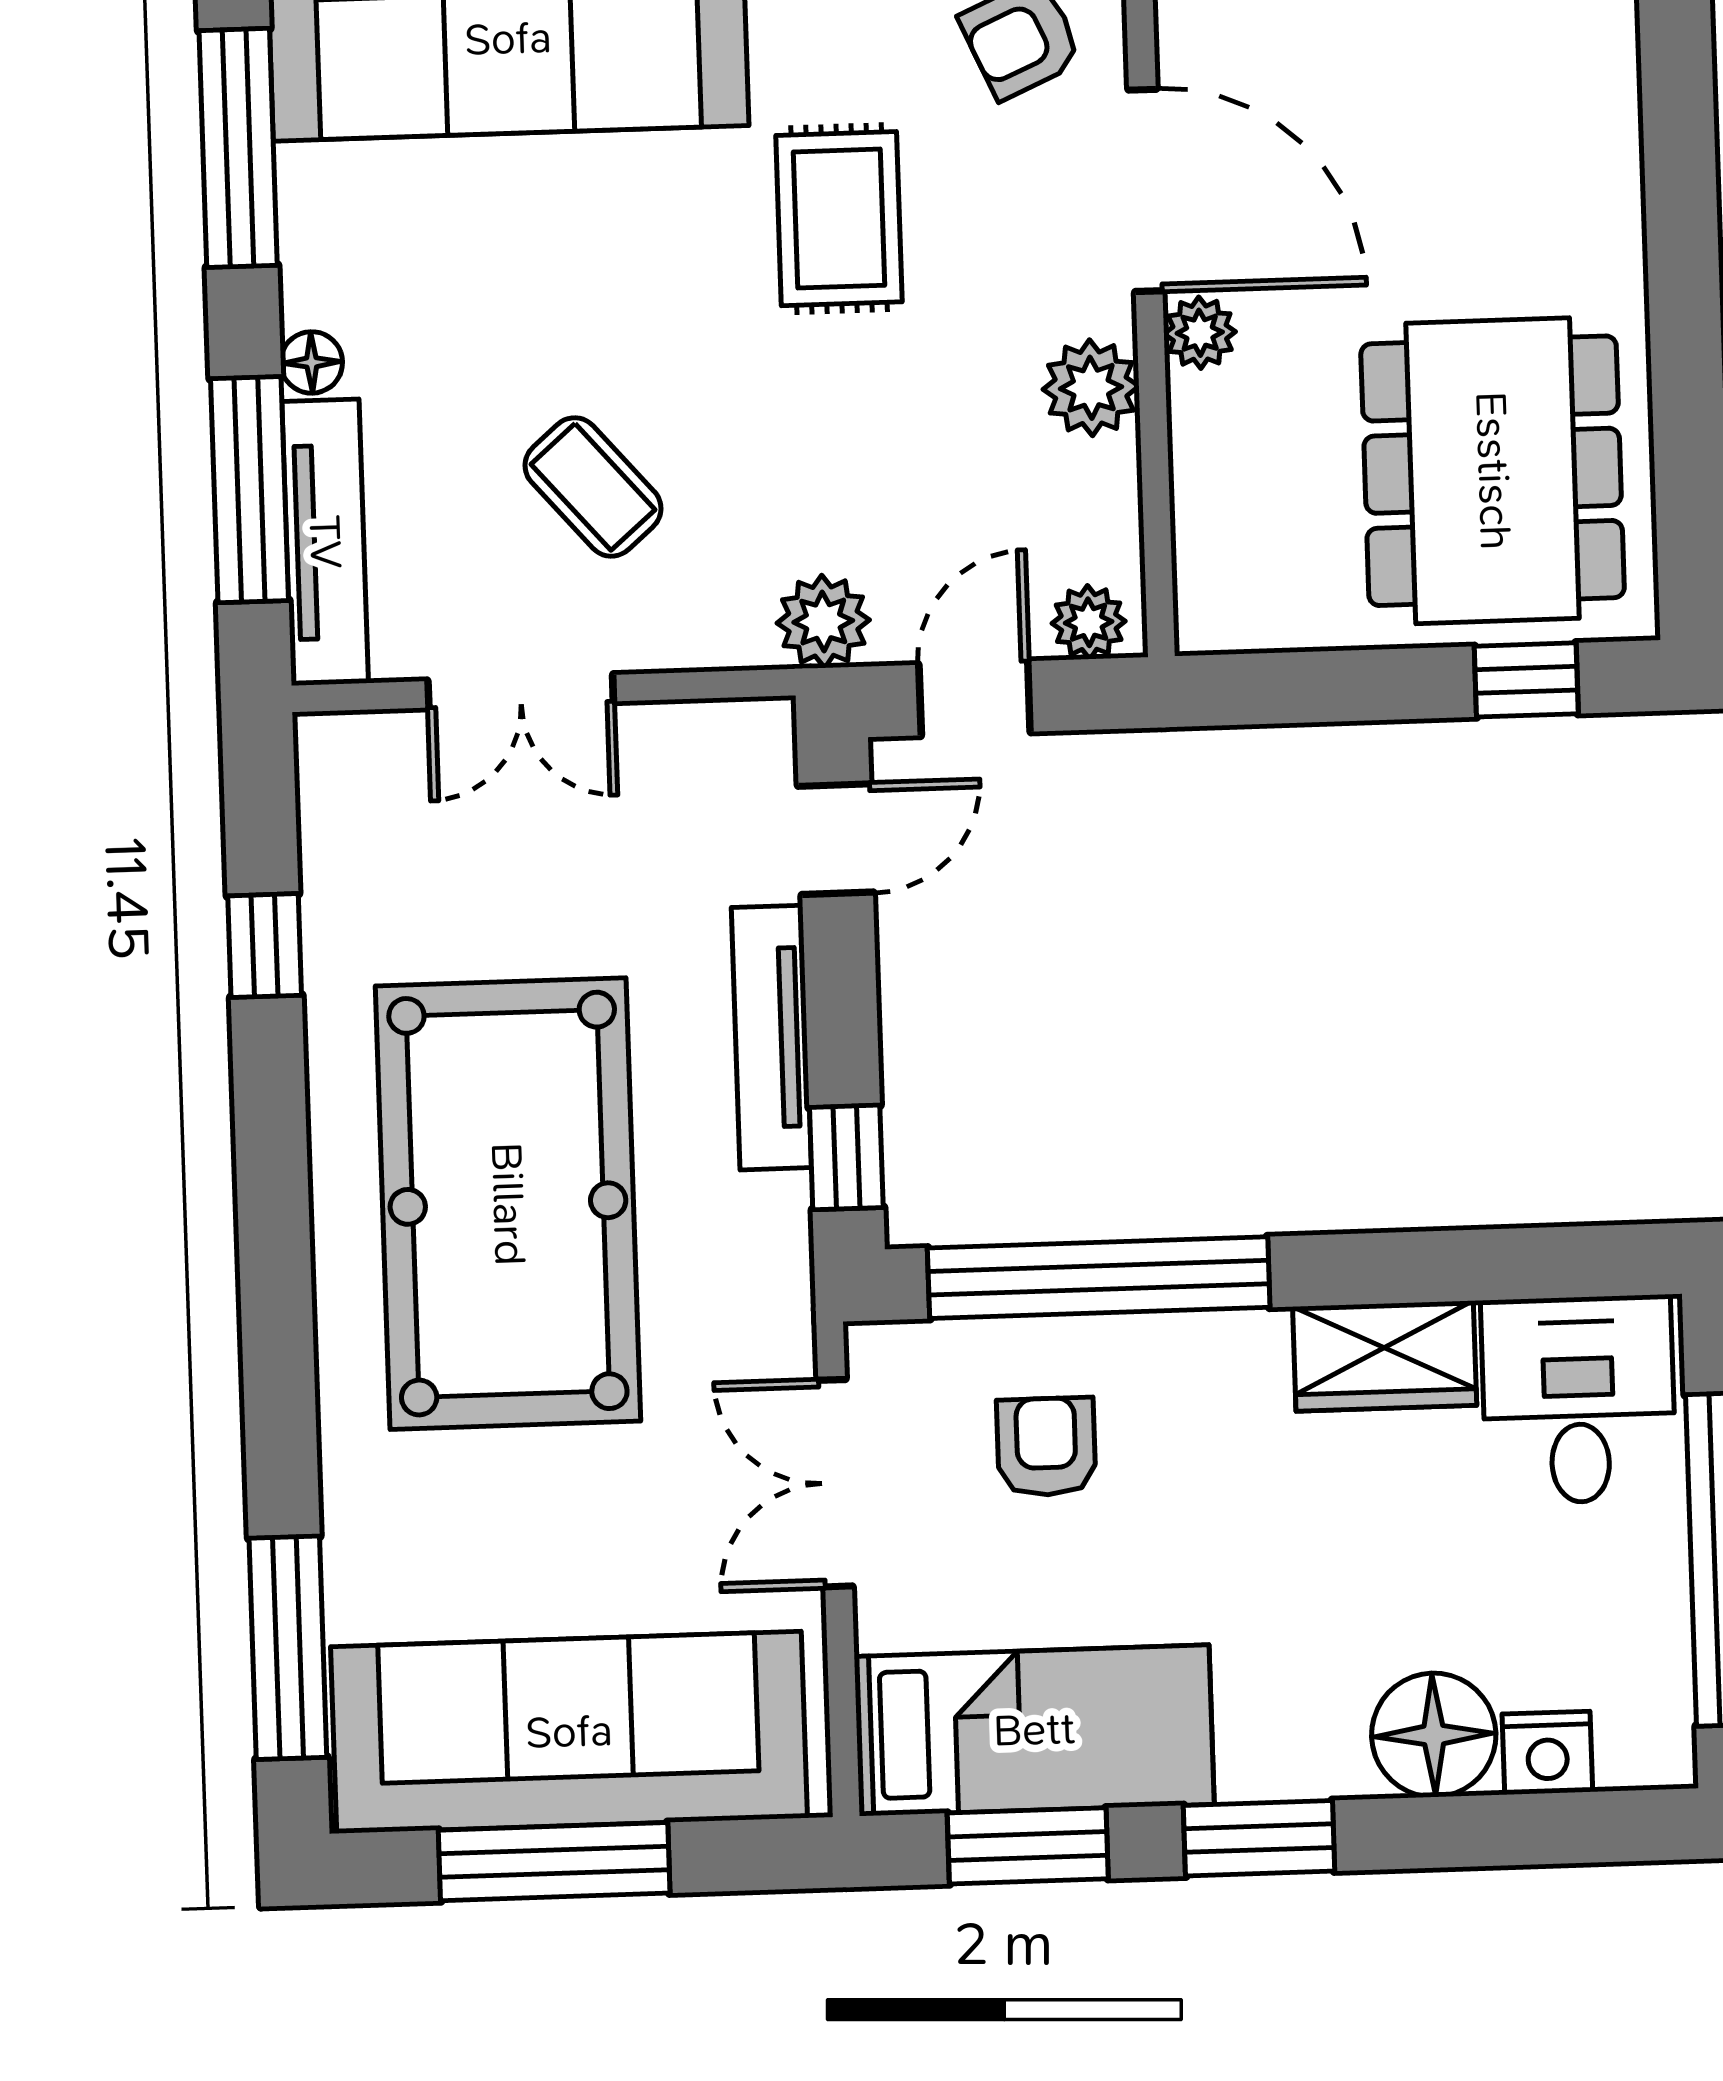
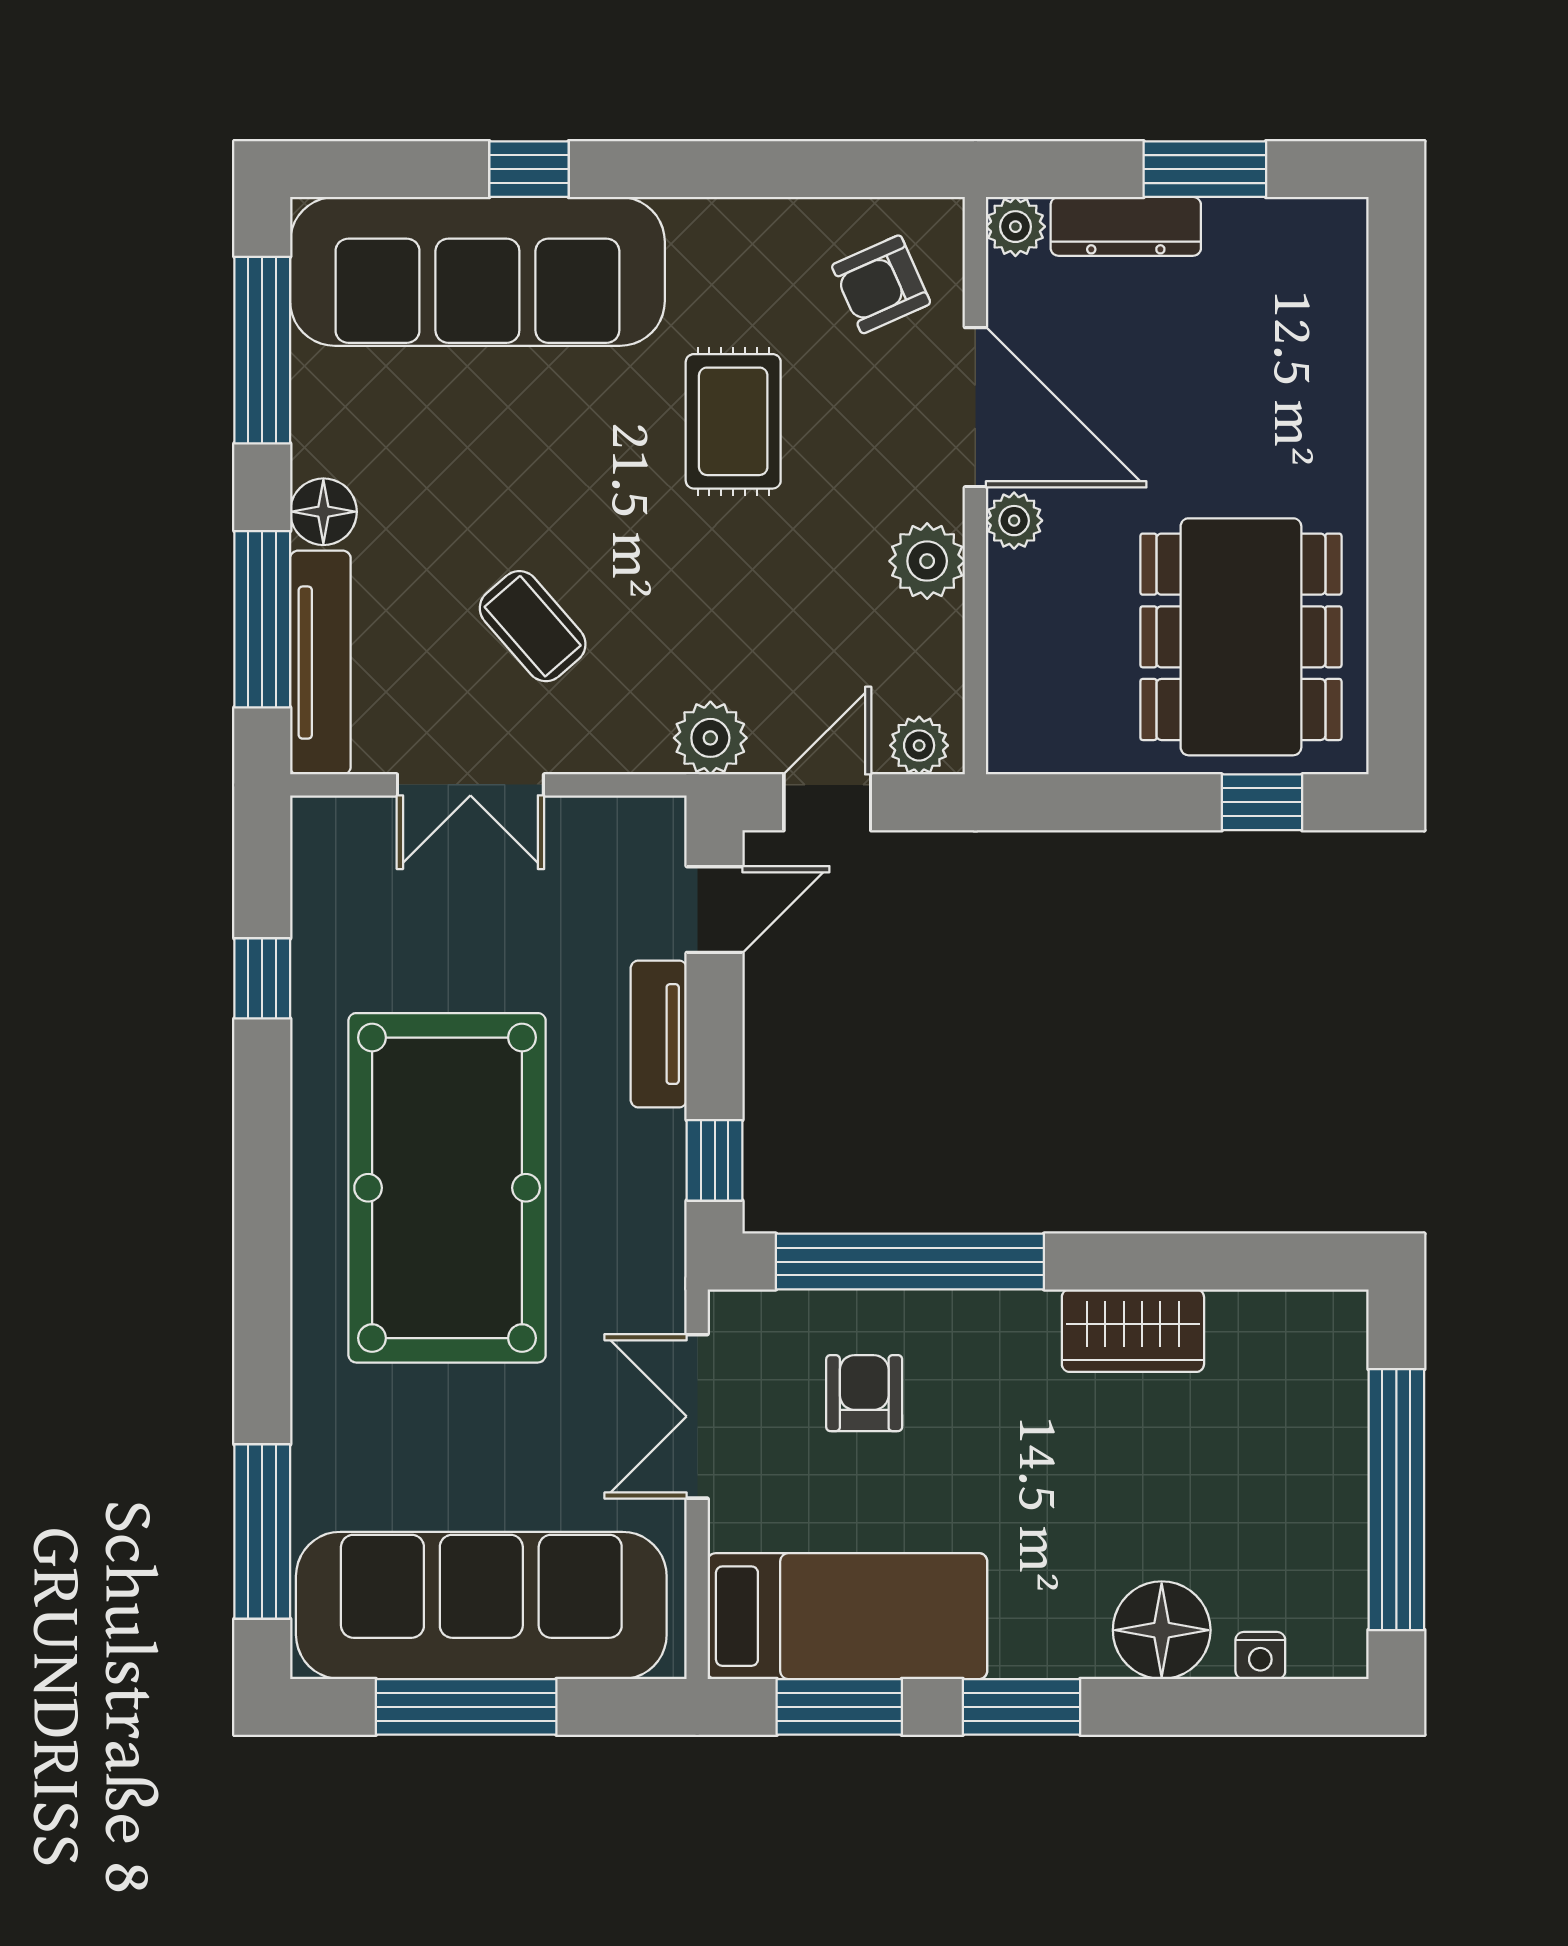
floor lamp: (312, 362) -> (323, 512), width x1.37, depth x1.37
tv unit: (771, 1038) -> (659, 1034), width x0.71
desk: (1579, 1400) -> (1284, 1370), removed
nightstand: (1547, 1753) -> (1260, 1655), width x0.72, depth x0.74

